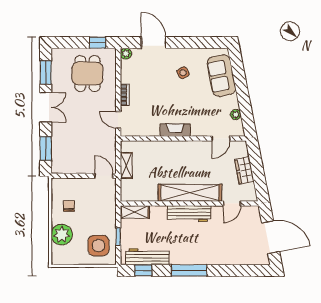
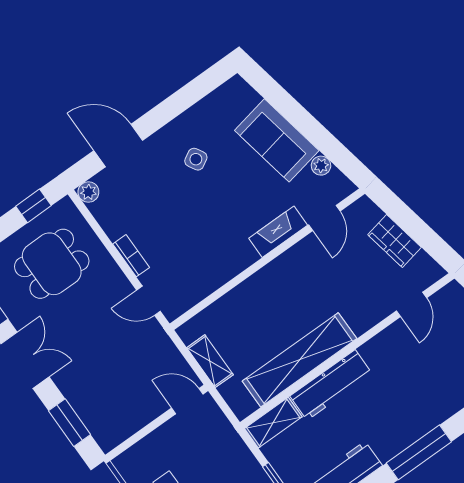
dining table: (87, 74) -> (52, 264), turned 90
sofa: (221, 76) -> (277, 140), moved
fireplace: (175, 130) -> (278, 232), moved
shelving: (190, 193) -> (299, 360), moved
workbench: (189, 214) -> (331, 385), moved

